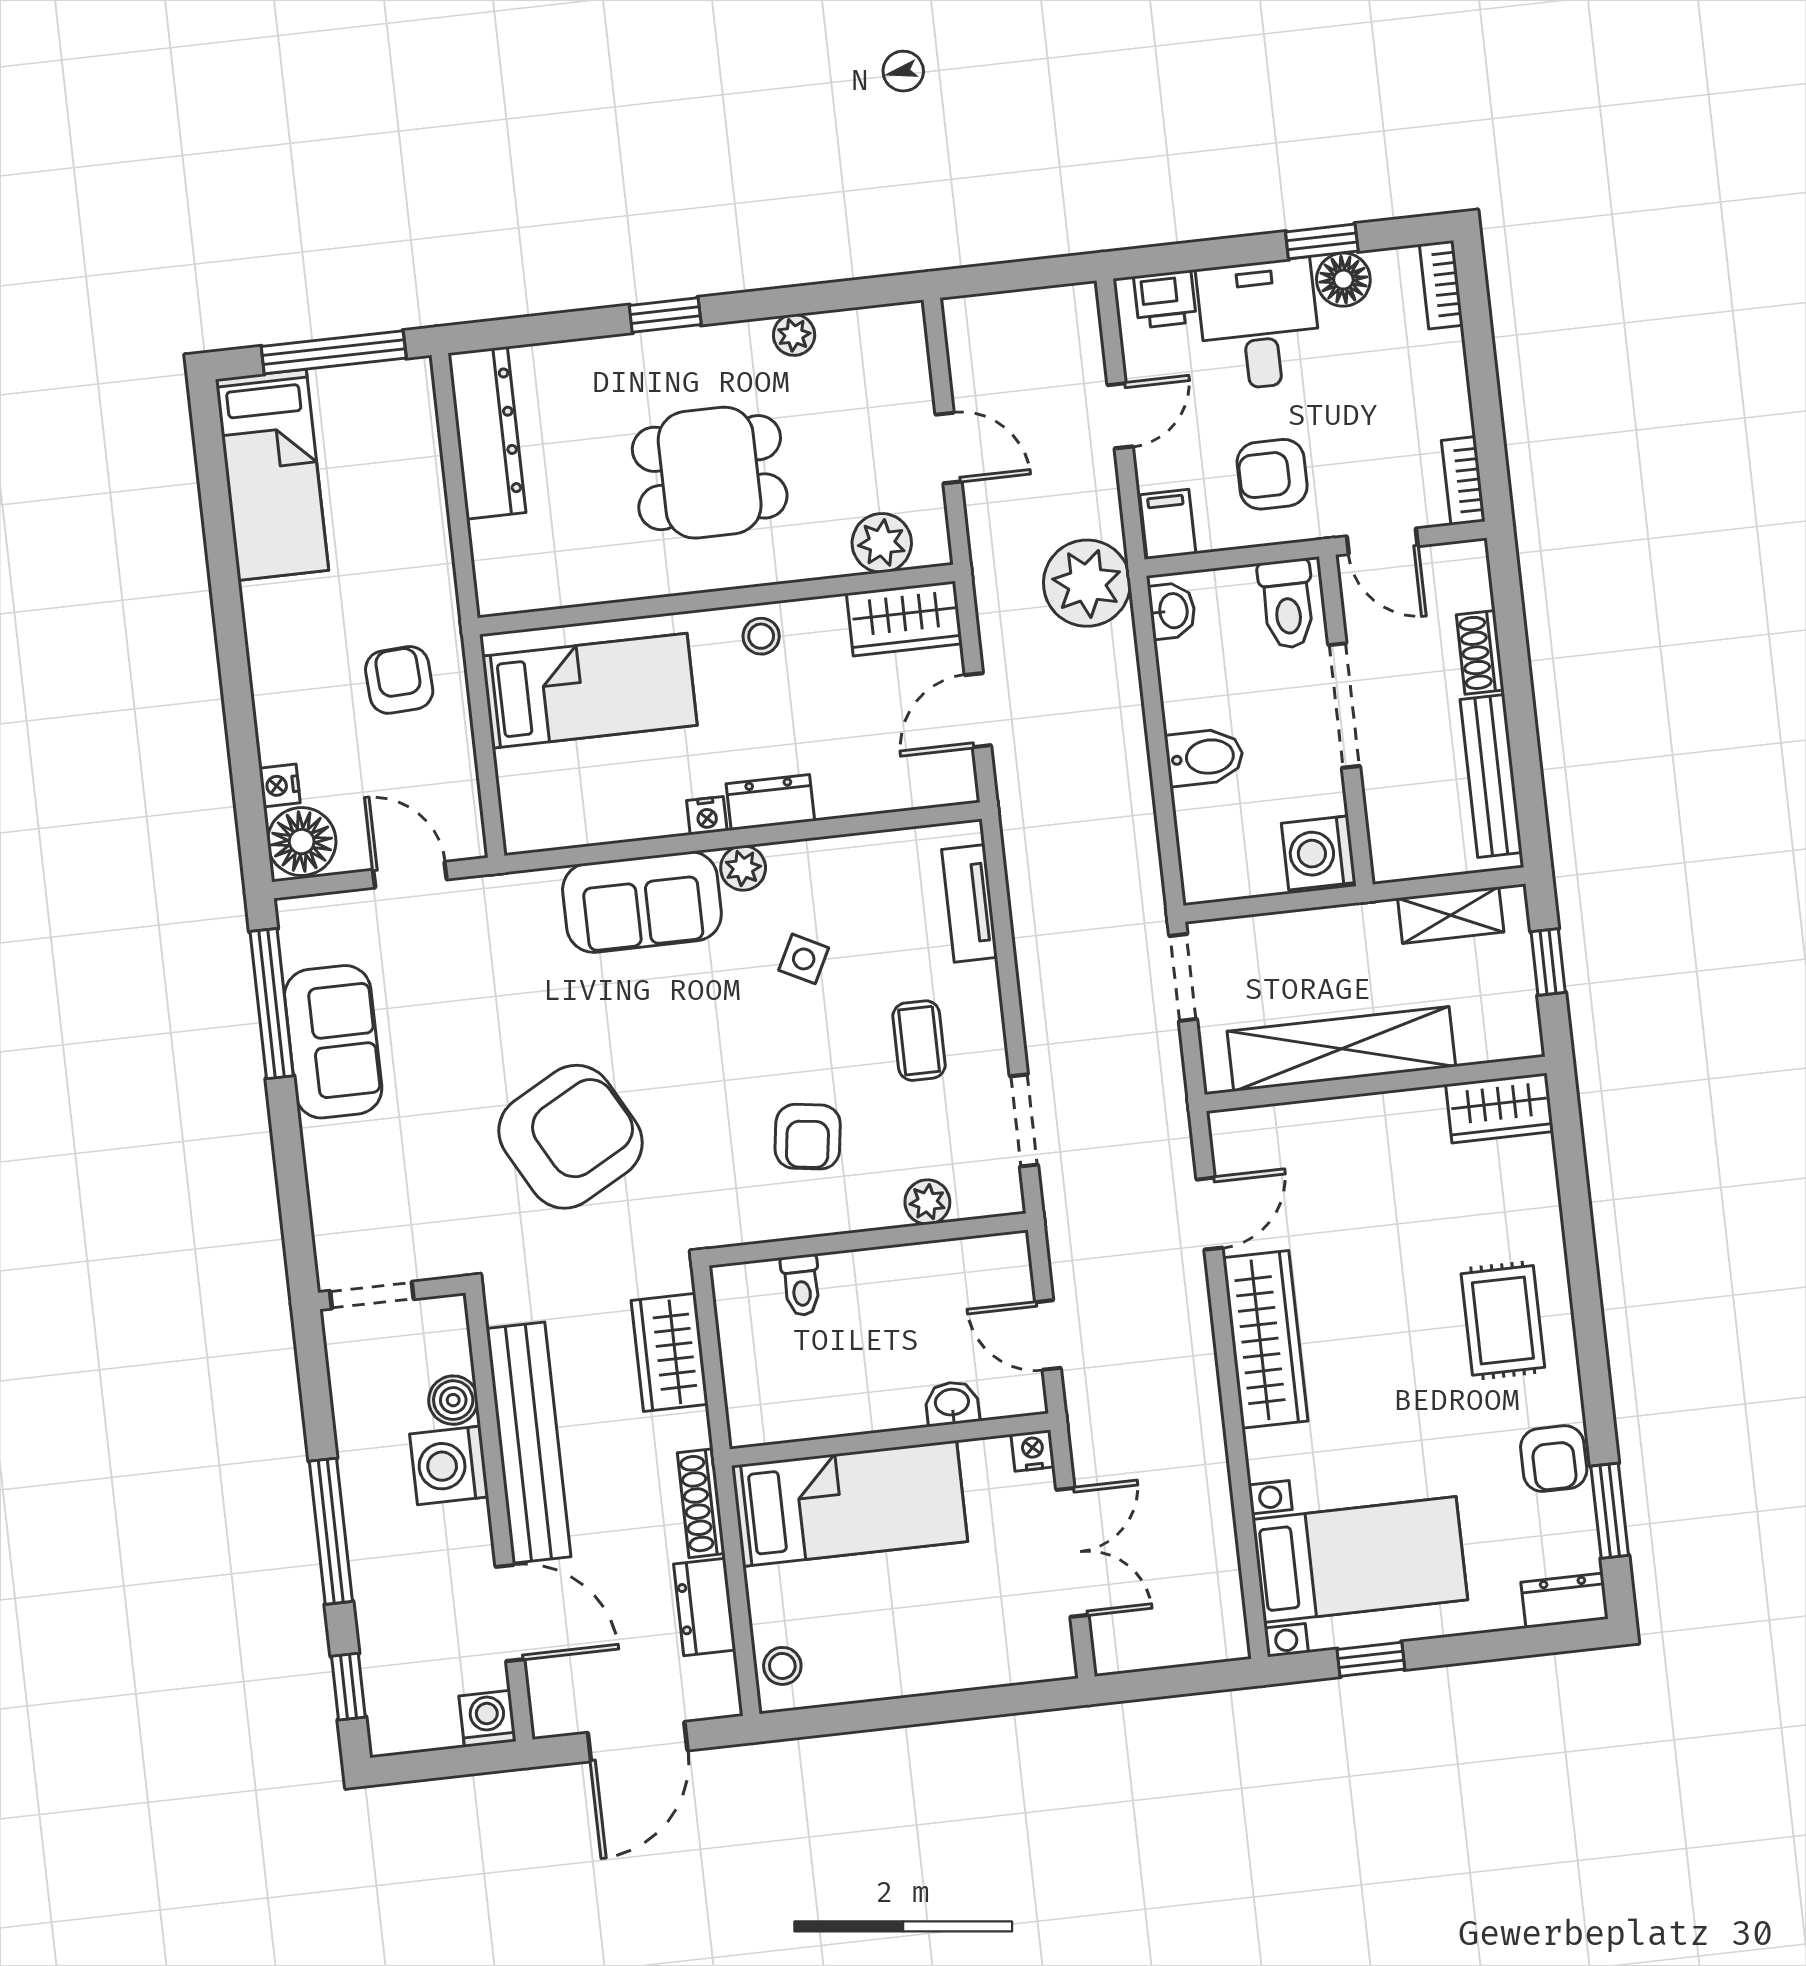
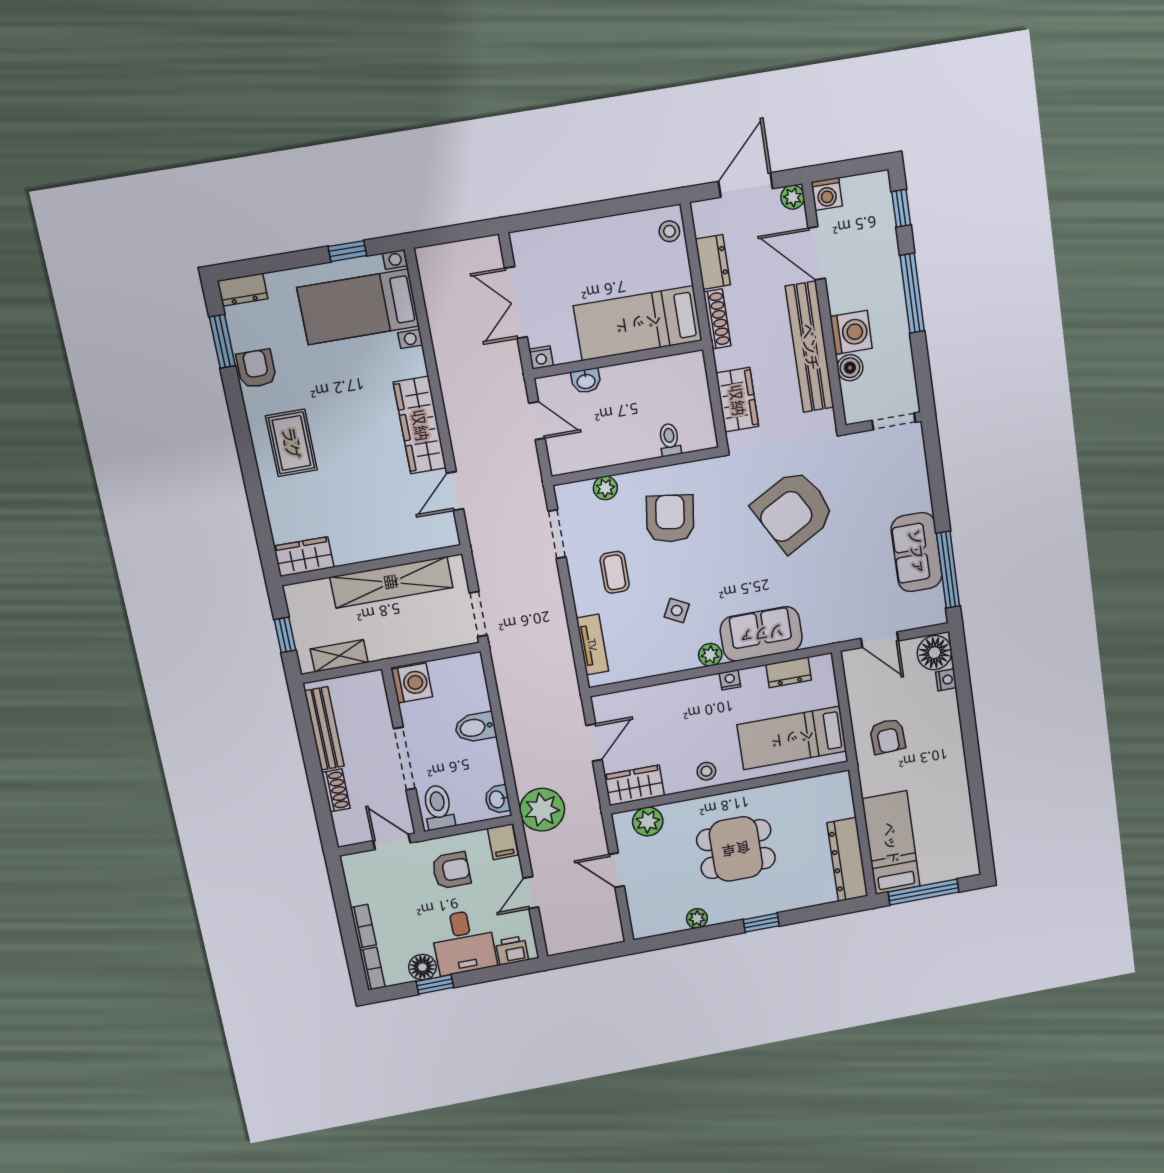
bed: (272, 475) -> (891, 843), moved
bookcase: (1463, 481) -> (363, 926), moved
dresser: (770, 802) -> (789, 672), moved
armchair: (808, 1137) -> (670, 519), width x1.38, depth x1.38
plant: (551, 1716) -> (793, 197), added

